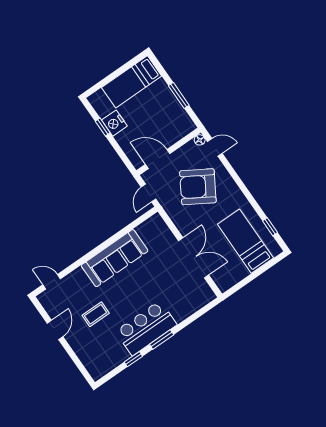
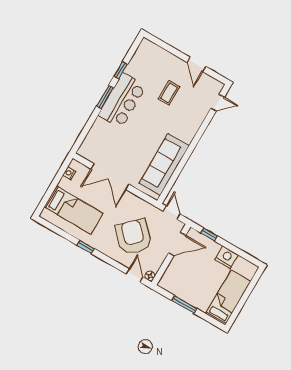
window: (103, 127) -> (209, 234), moved
door: (215, 147) -> (135, 276), swing flipped
armchair: (198, 187) -> (134, 237), turned -76
window: (270, 227) -> (86, 247), moved
sofa: (115, 258) -> (164, 164), moved
nightstand: (233, 280) -> (69, 173), added

